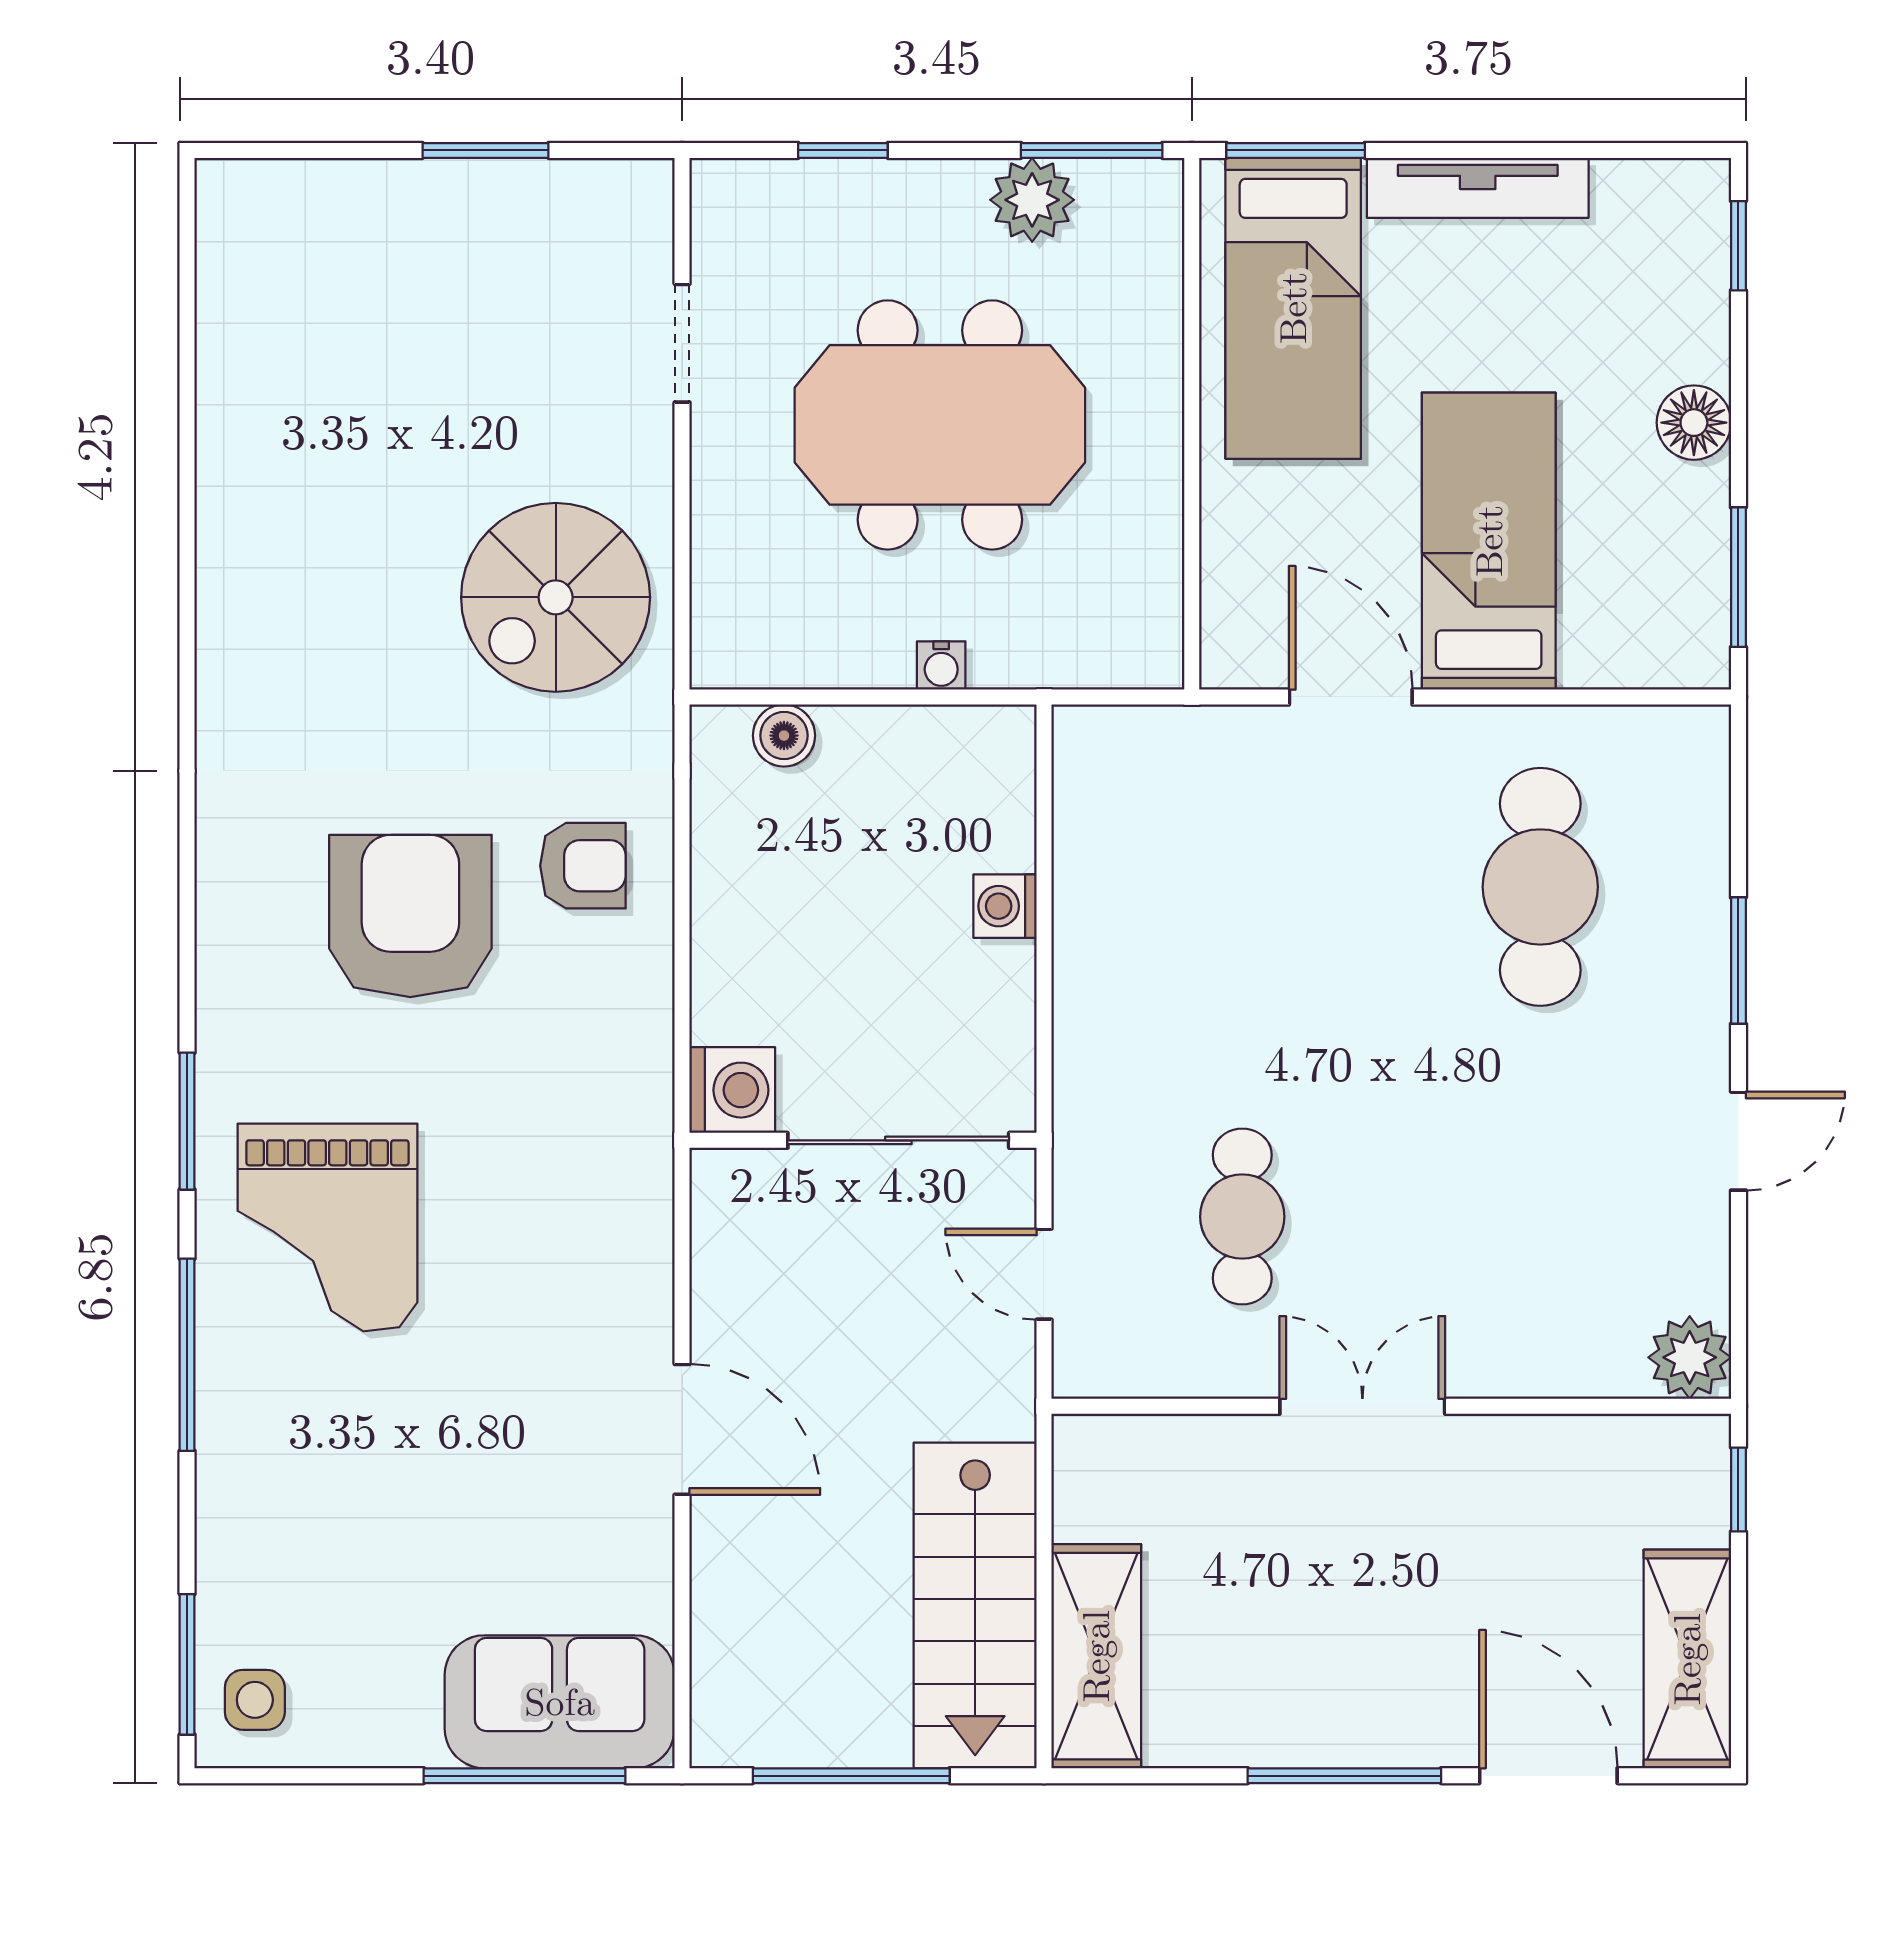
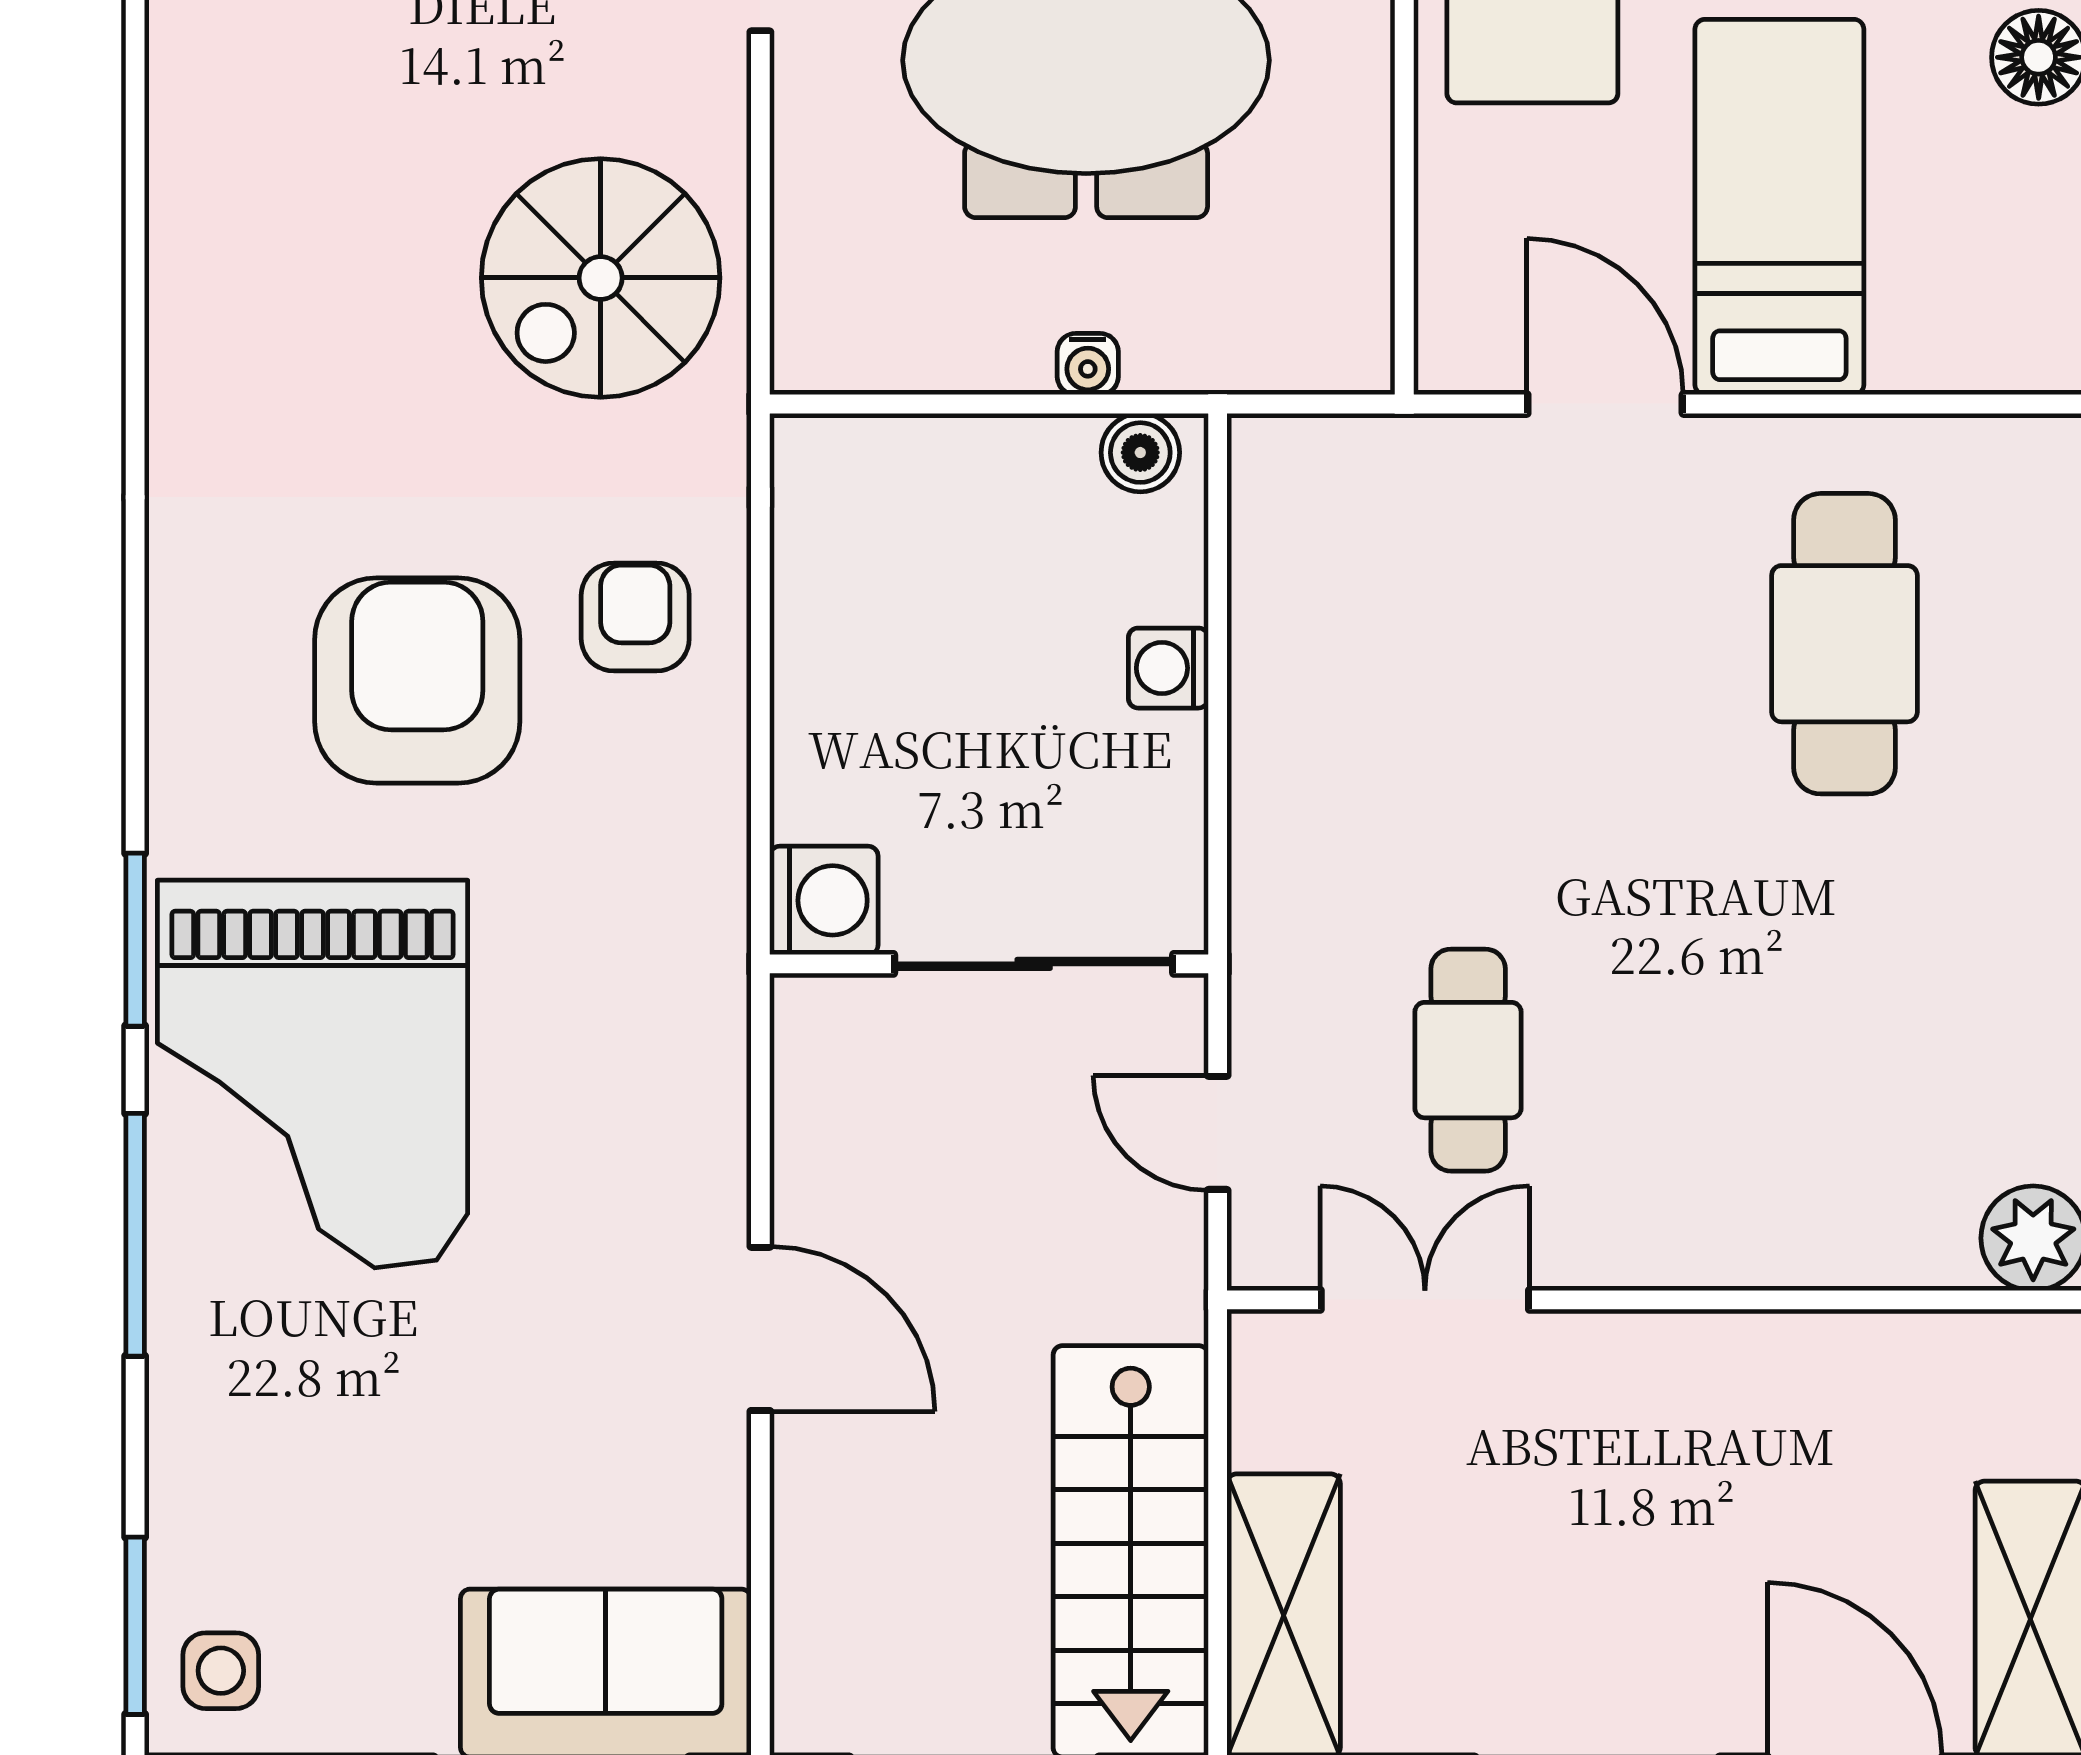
boiler: (784, 736) -> (1140, 453), moved
armchair: (583, 866) -> (635, 617), turned -90
grand piano: (327, 1228) -> (312, 1074), width x1.37, depth x1.48
double door: (1362, 1406) -> (1425, 1300), moved

